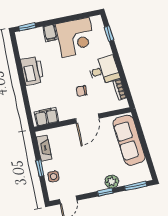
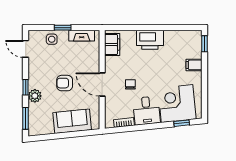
corner desk: (76, 37) -> (177, 104), moved, turned 84
printer: (32, 71) -> (150, 40), moved
sofa: (129, 140) -> (72, 121), width x0.73
armchair: (93, 155) -> (65, 83), added

